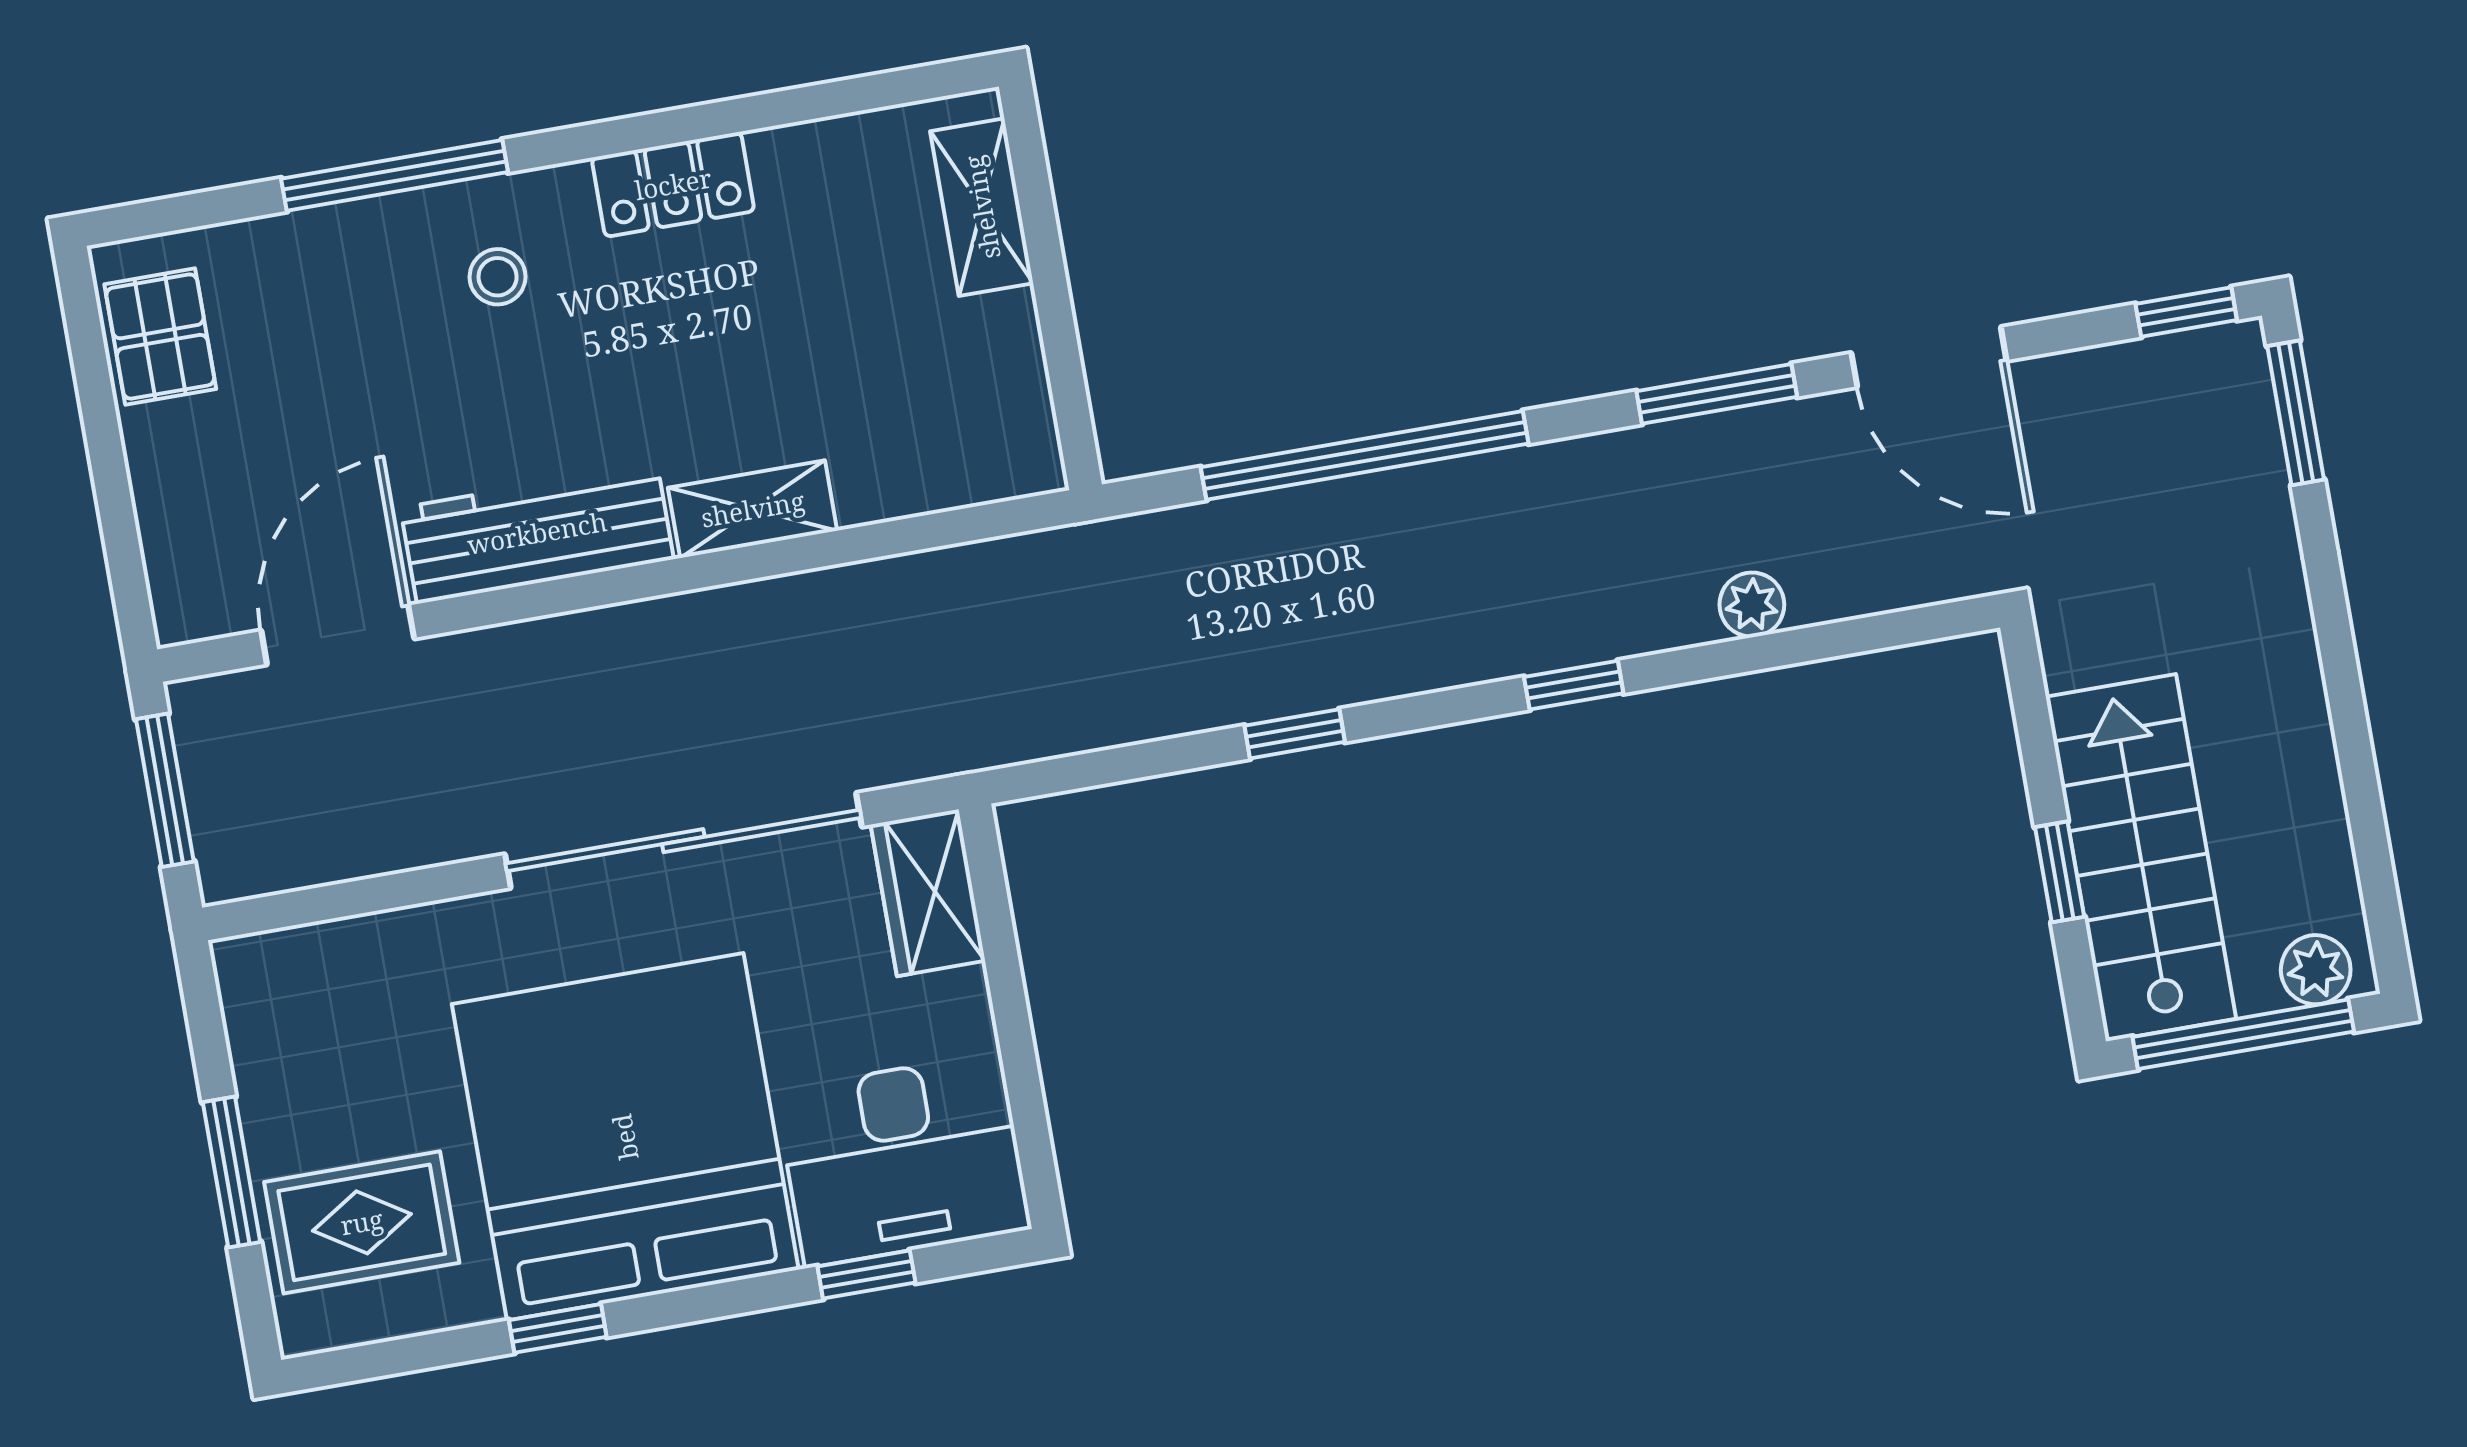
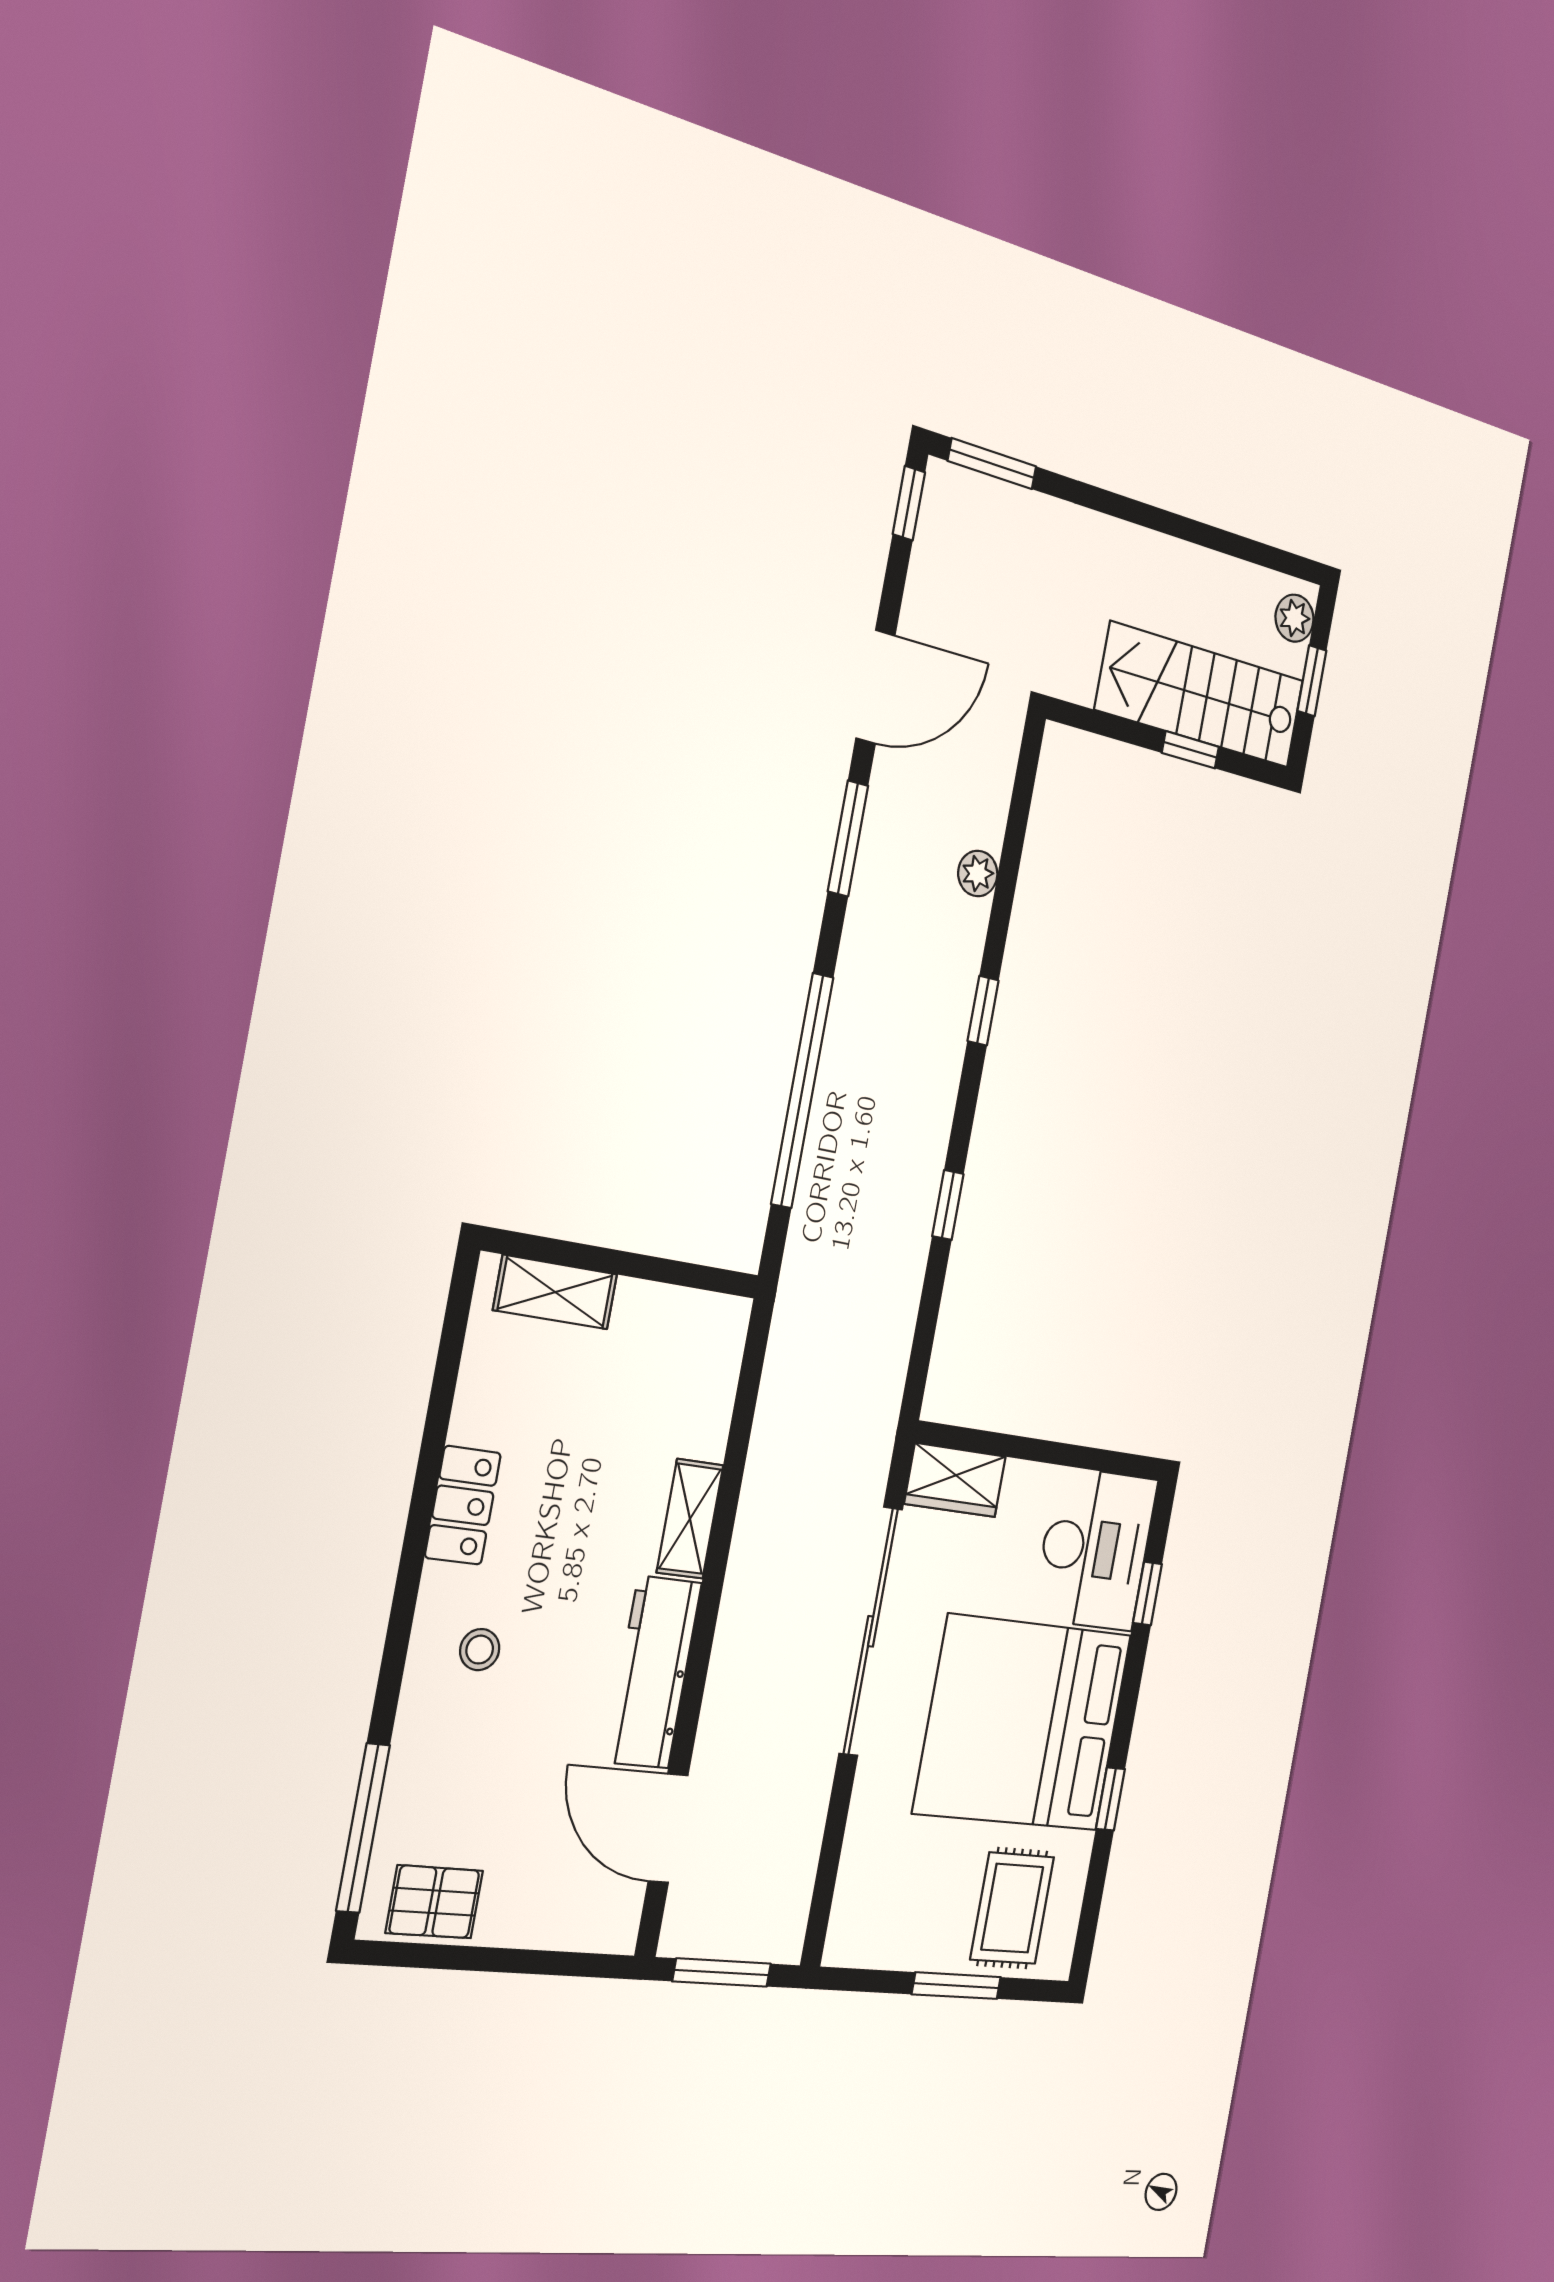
window: (394, 175) -> (363, 1828), moved
window: (2243, 1034) -> (1312, 681), width x0.46

